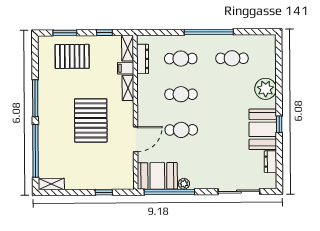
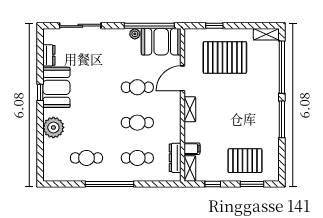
shelving: (128, 88) -> (190, 109), moved
pallet: (91, 120) -> (225, 57), moved, turned 90

